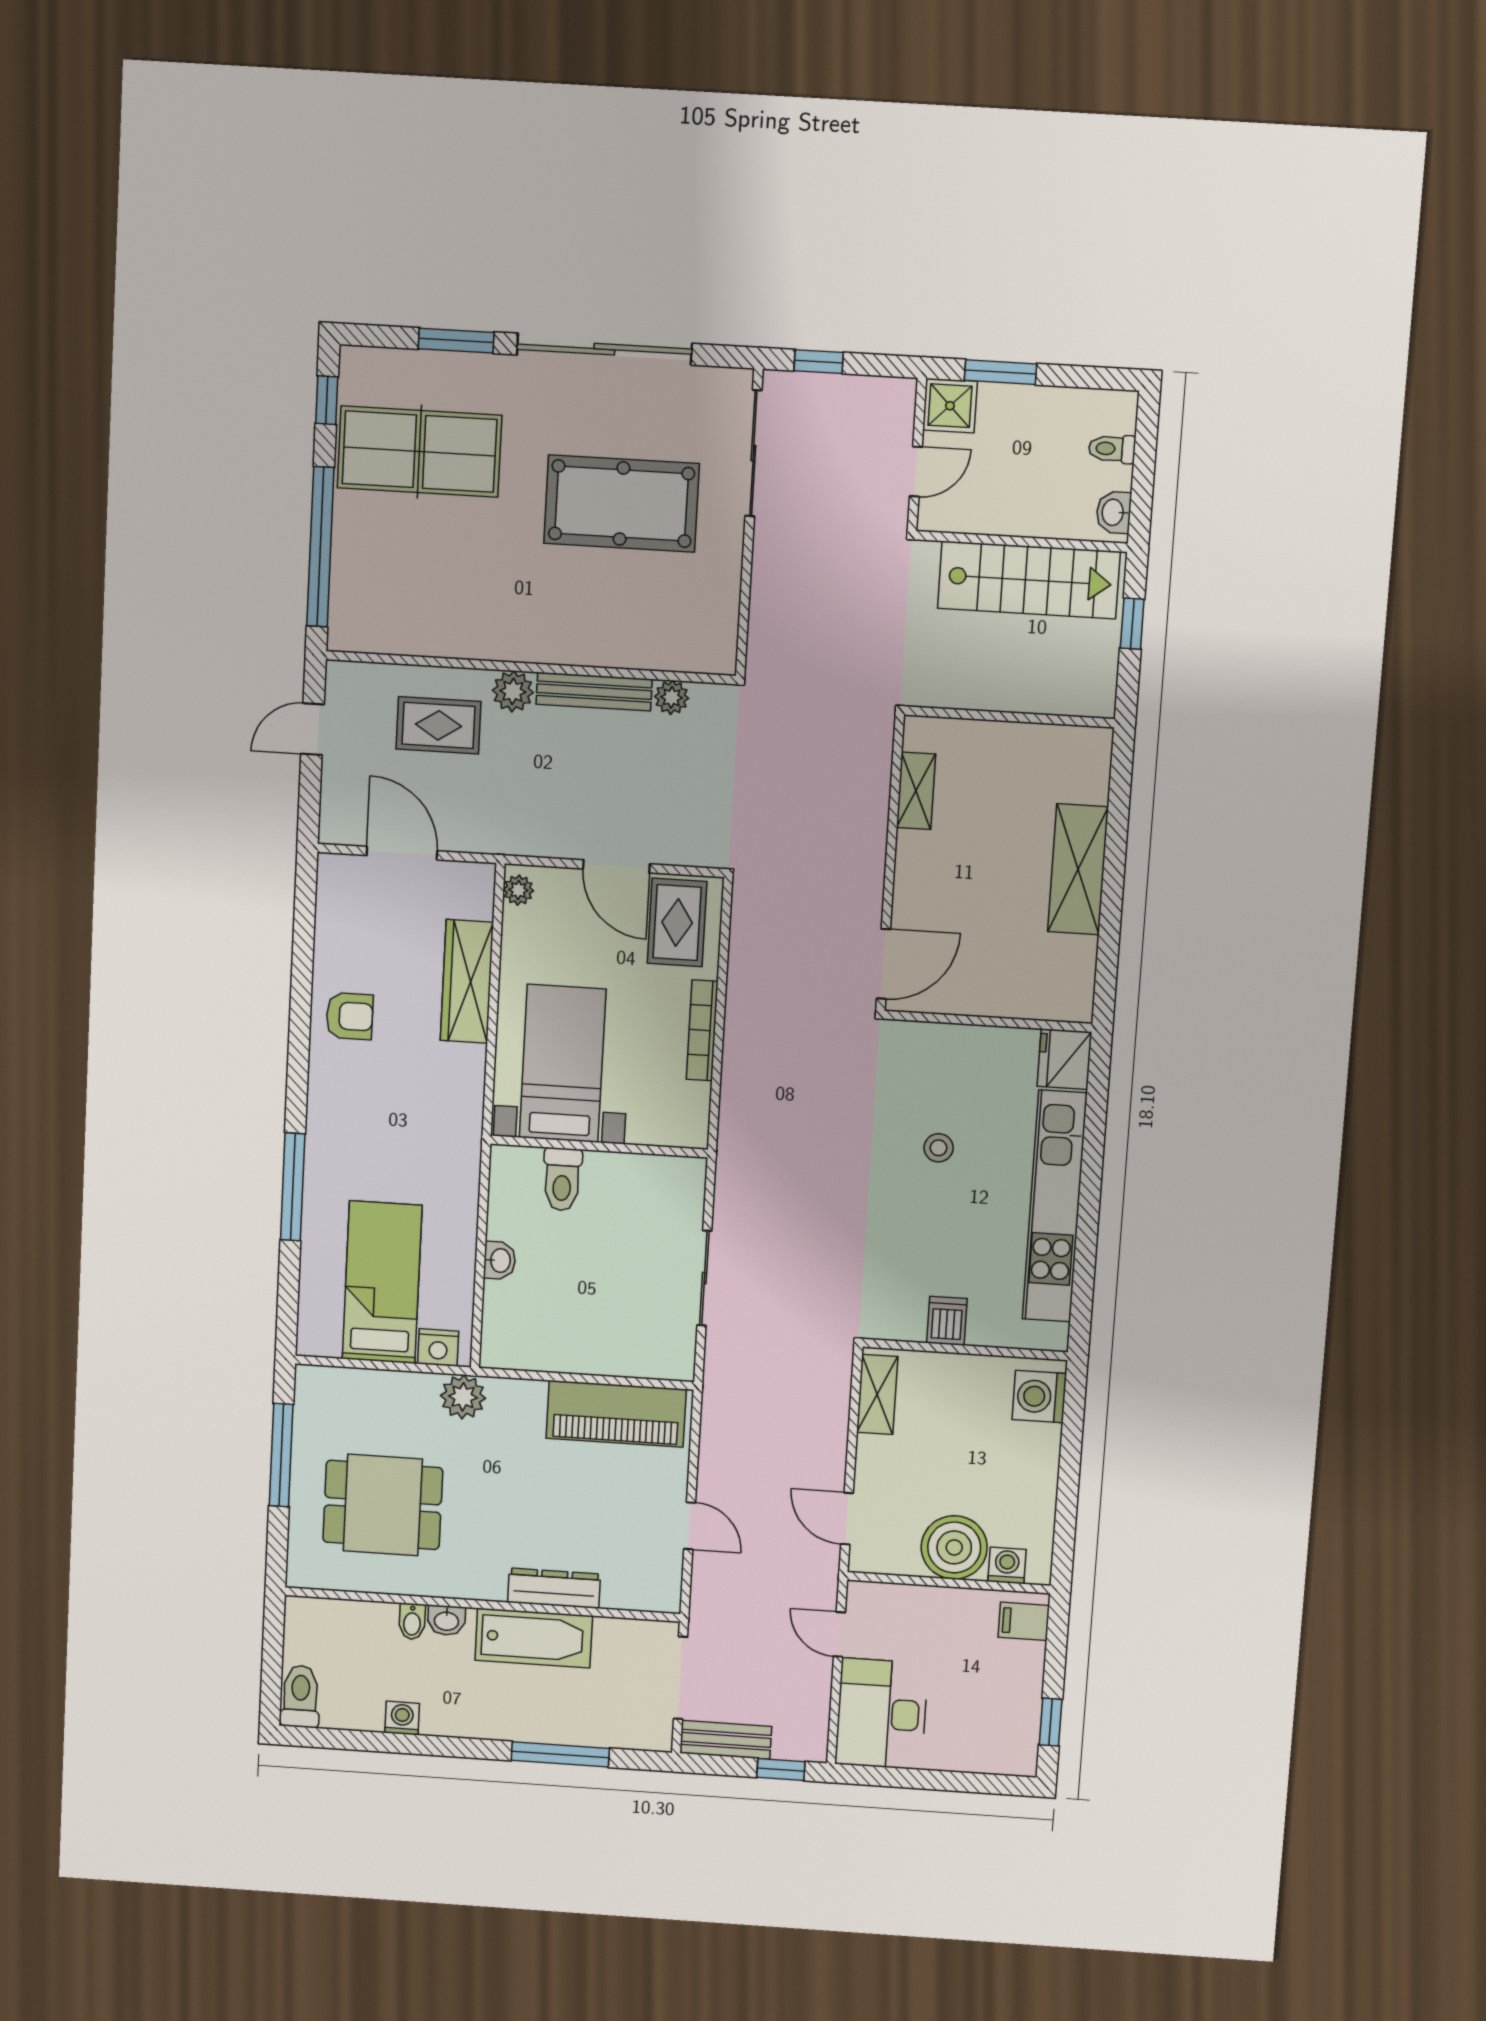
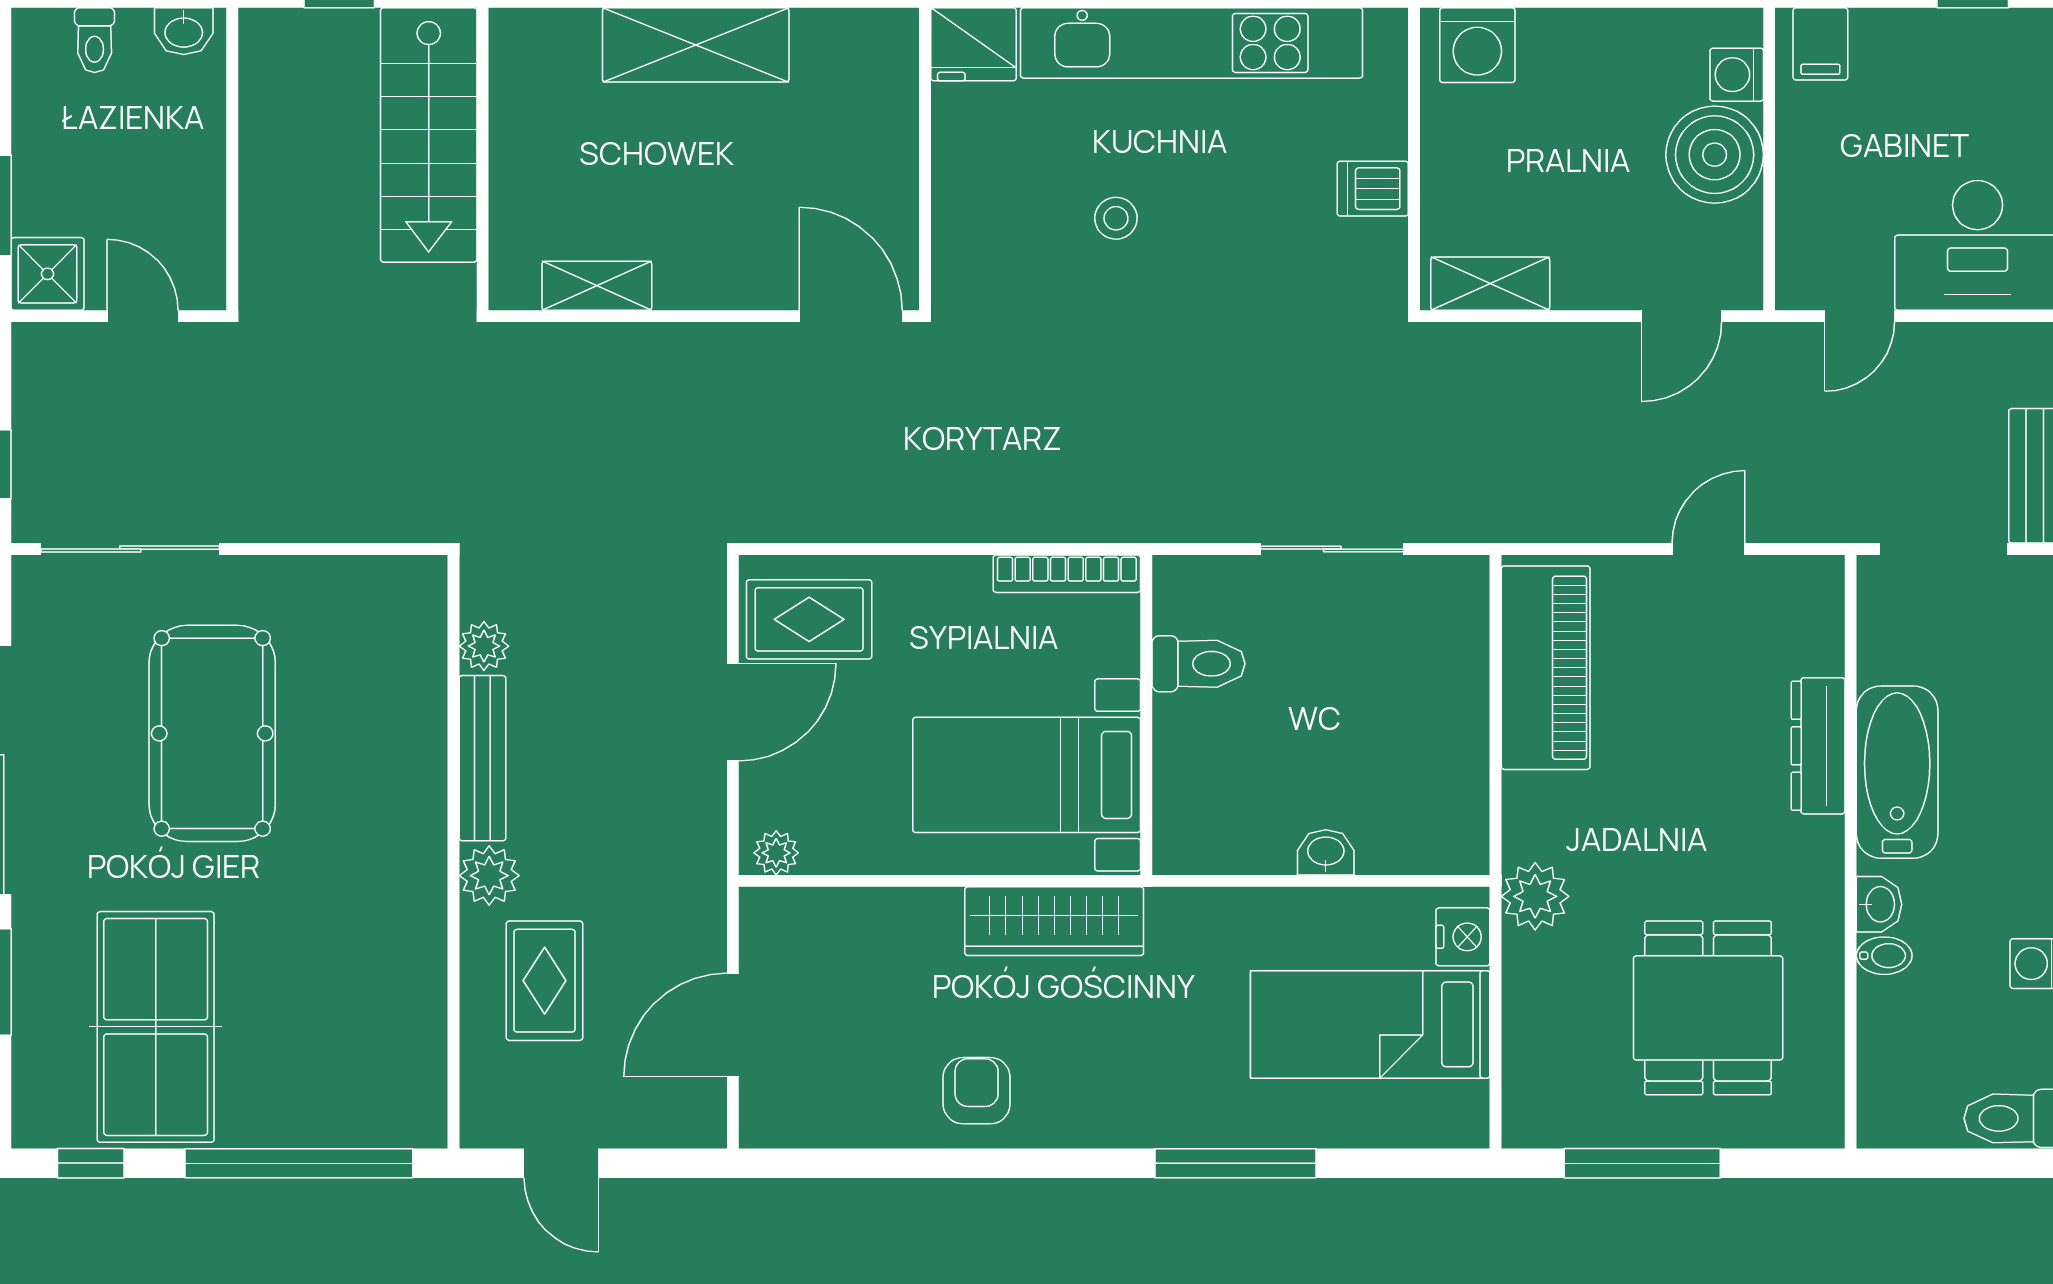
stairs: (1029, 580) -> (429, 135), moved, turned 180
wardrobe: (467, 981) -> (1054, 921), moved
bookcase: (702, 1030) -> (1067, 574), moved
toilet: (562, 1179) -> (1198, 664), moved

